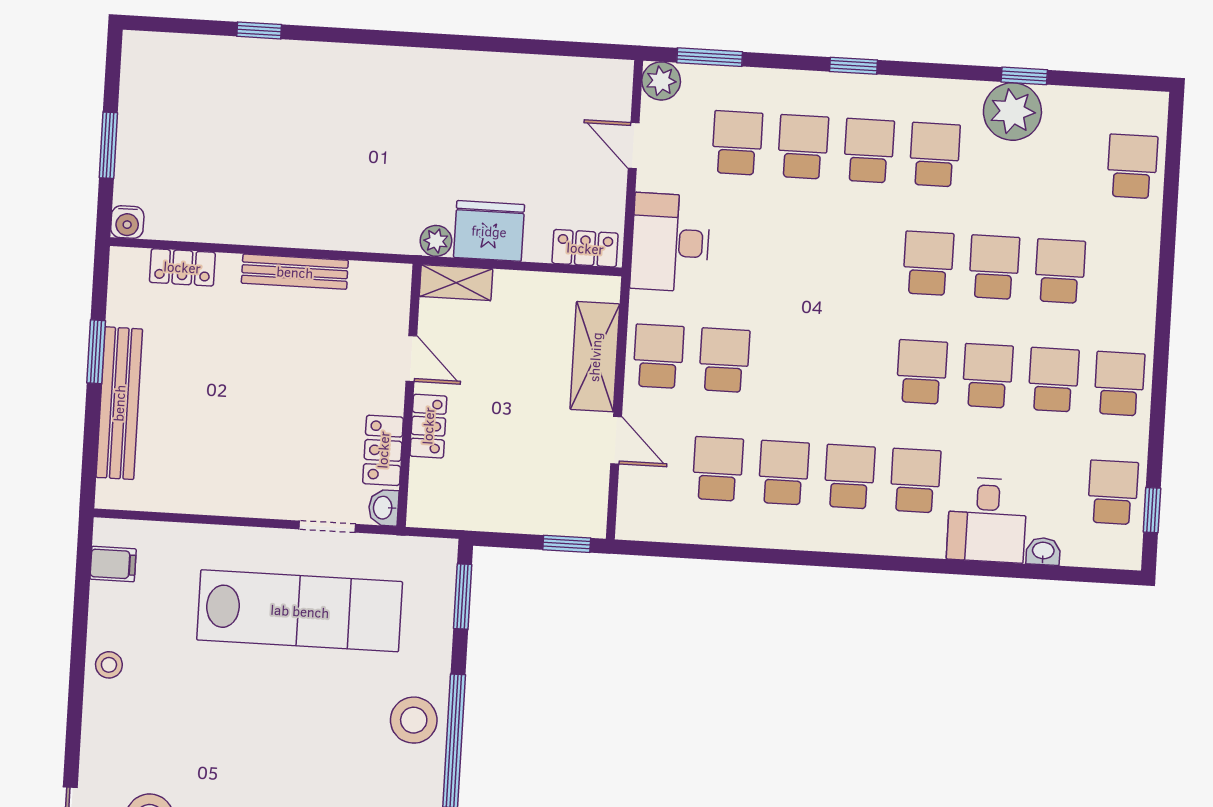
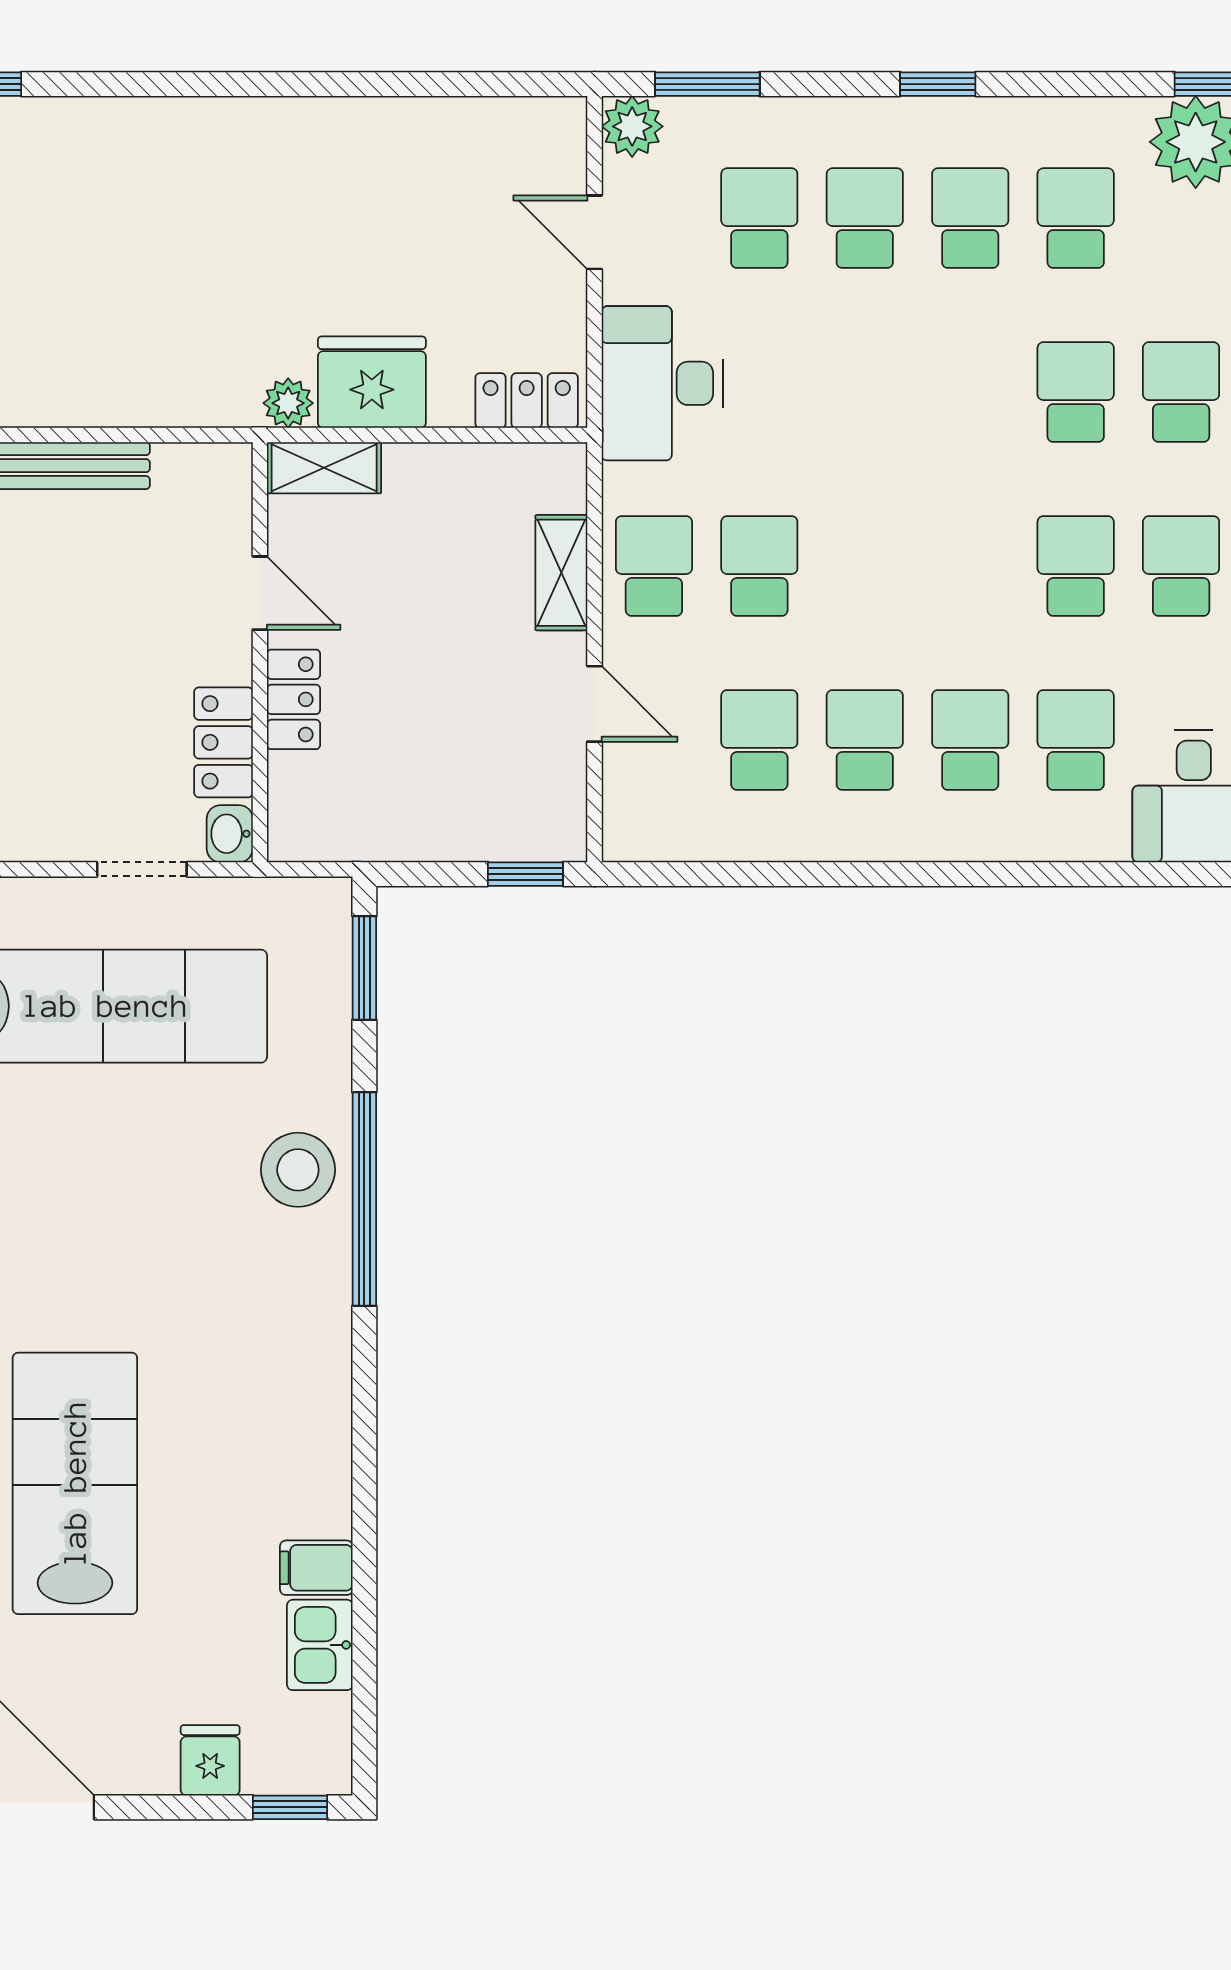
shelving: (595, 357) -> (561, 573), width x0.67, depth x0.75

